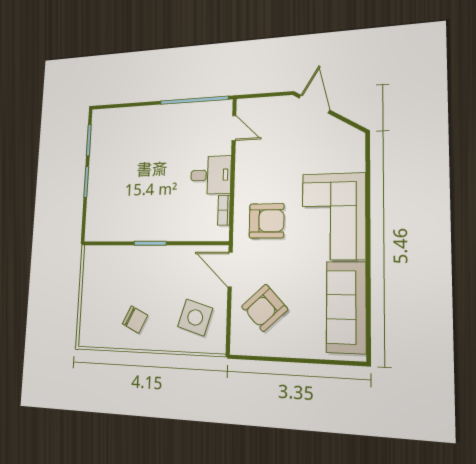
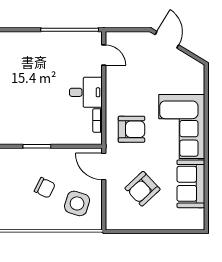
sofa: (346, 307) -> (191, 184), width x0.73
armchair: (265, 308) -> (143, 189), moved
chair: (135, 320) -> (45, 188), moved

